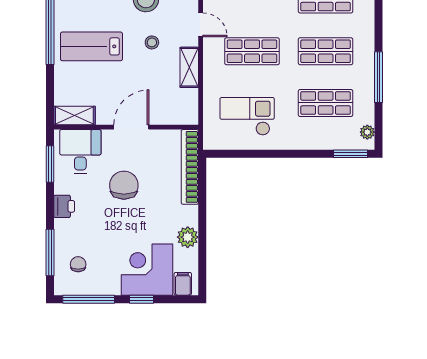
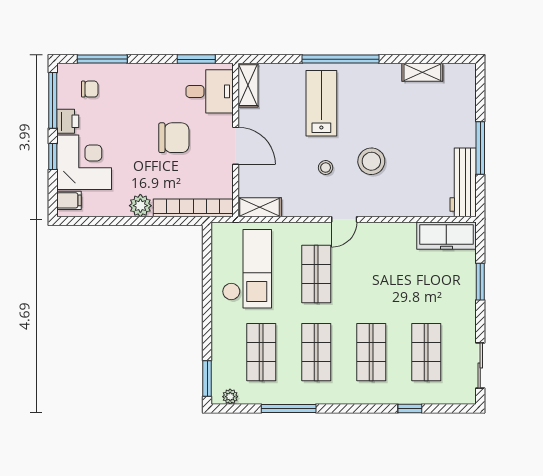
shelving: (189, 67) -> (260, 207), moved
checkout: (247, 116) -> (247, 269), width x1.36, depth x1.21
printer: (64, 206) -> (68, 121), moved, turned -90
plant: (188, 237) -> (140, 206), moved

